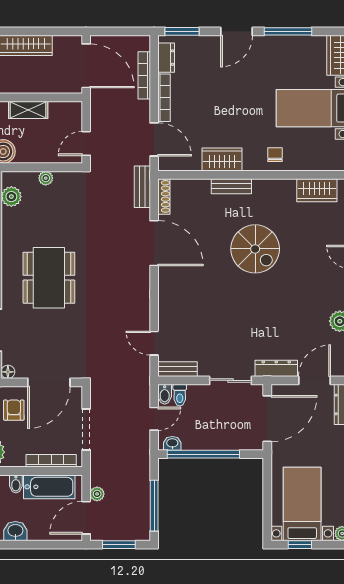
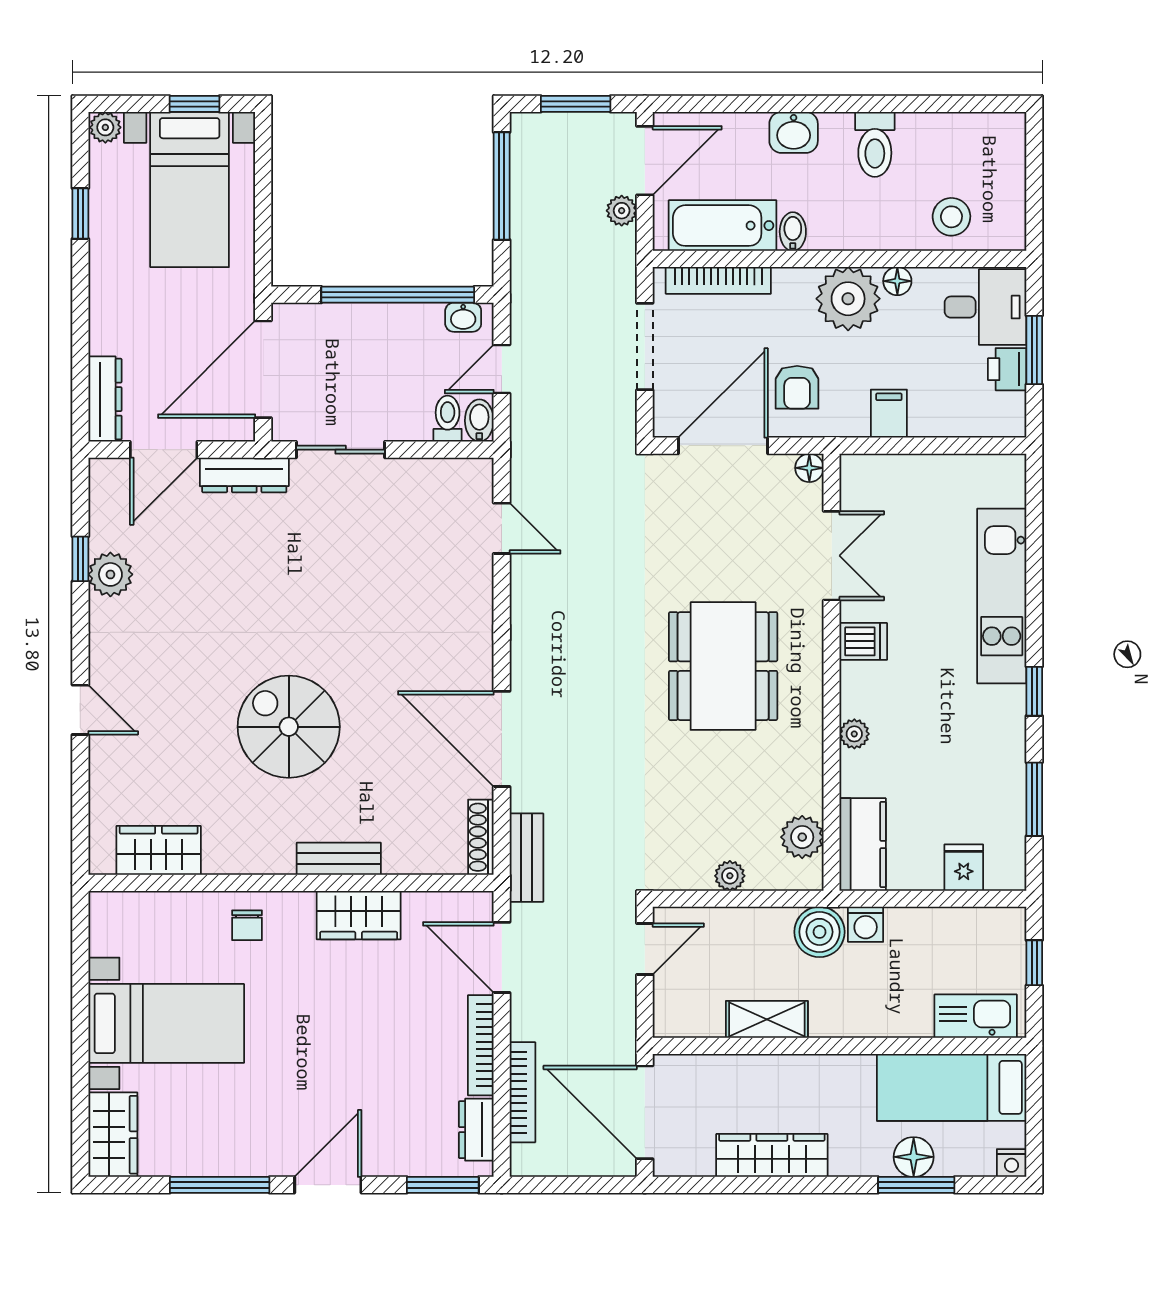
bench: (177, 369) -> (452, 473), removed

